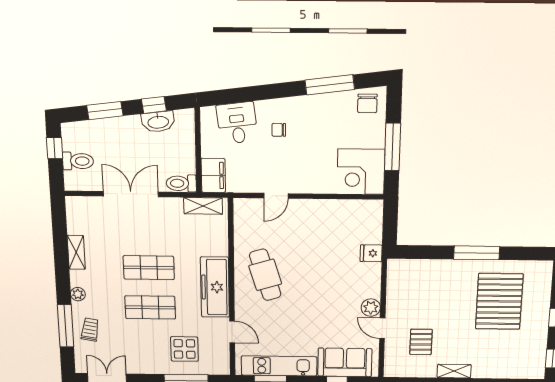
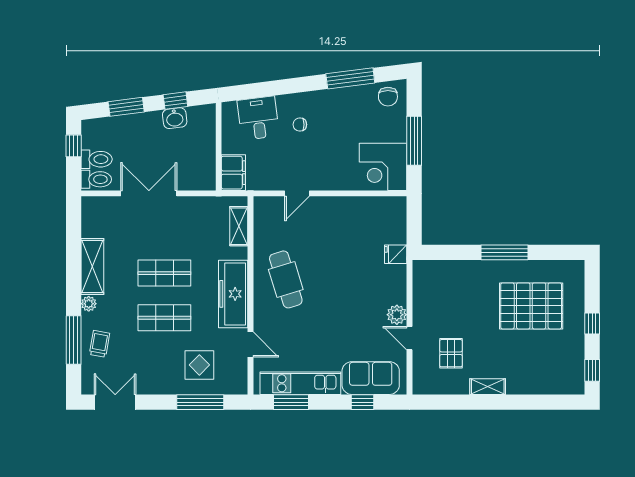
washbasin: (158, 122) -> (175, 118), width x0.72
toilet: (181, 183) -> (96, 179), moved, turned 180
shelving: (203, 206) -> (239, 226), moved, turned 90
shelving: (76, 252) -> (92, 267), width x1.50, depth x1.33
pallet: (499, 301) -> (531, 306), turned 90

